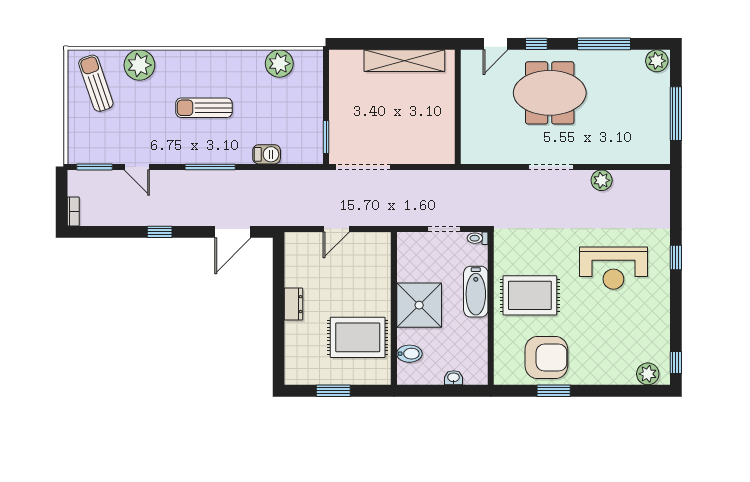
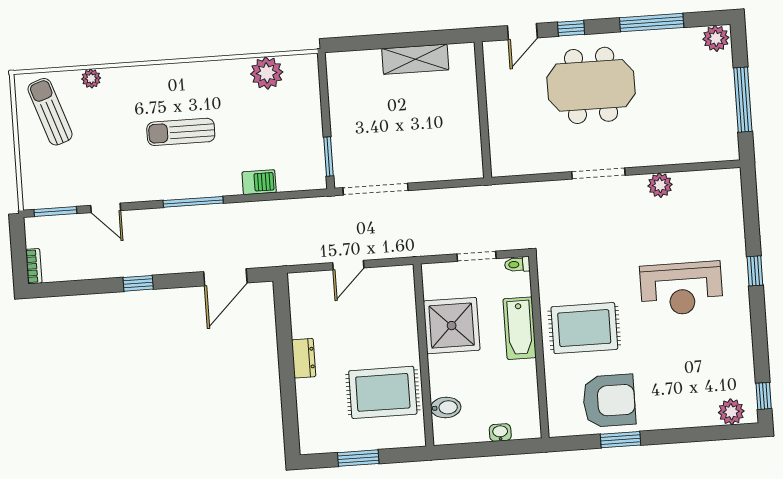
shelving: (404, 61) -> (415, 59), width x0.68
plant: (139, 65) -> (91, 79), width x0.53, depth x0.53
shower: (419, 305) -> (452, 326), moved

